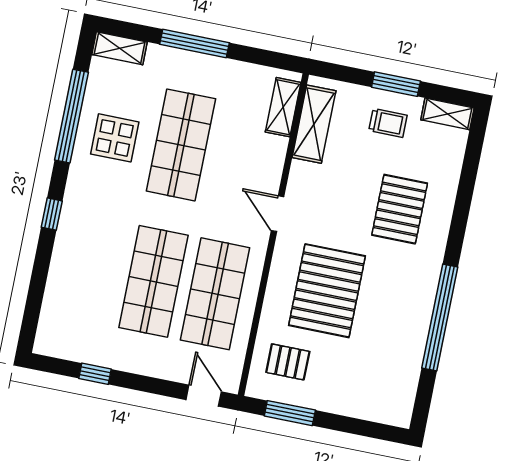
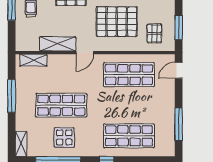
window: (195, 43) -> (12, 96), moved
shelving: (314, 124) -> (58, 44), moved
shop shelf: (153, 281) -> (129, 136), moved
window: (95, 374) -> (179, 124), width x2.17

